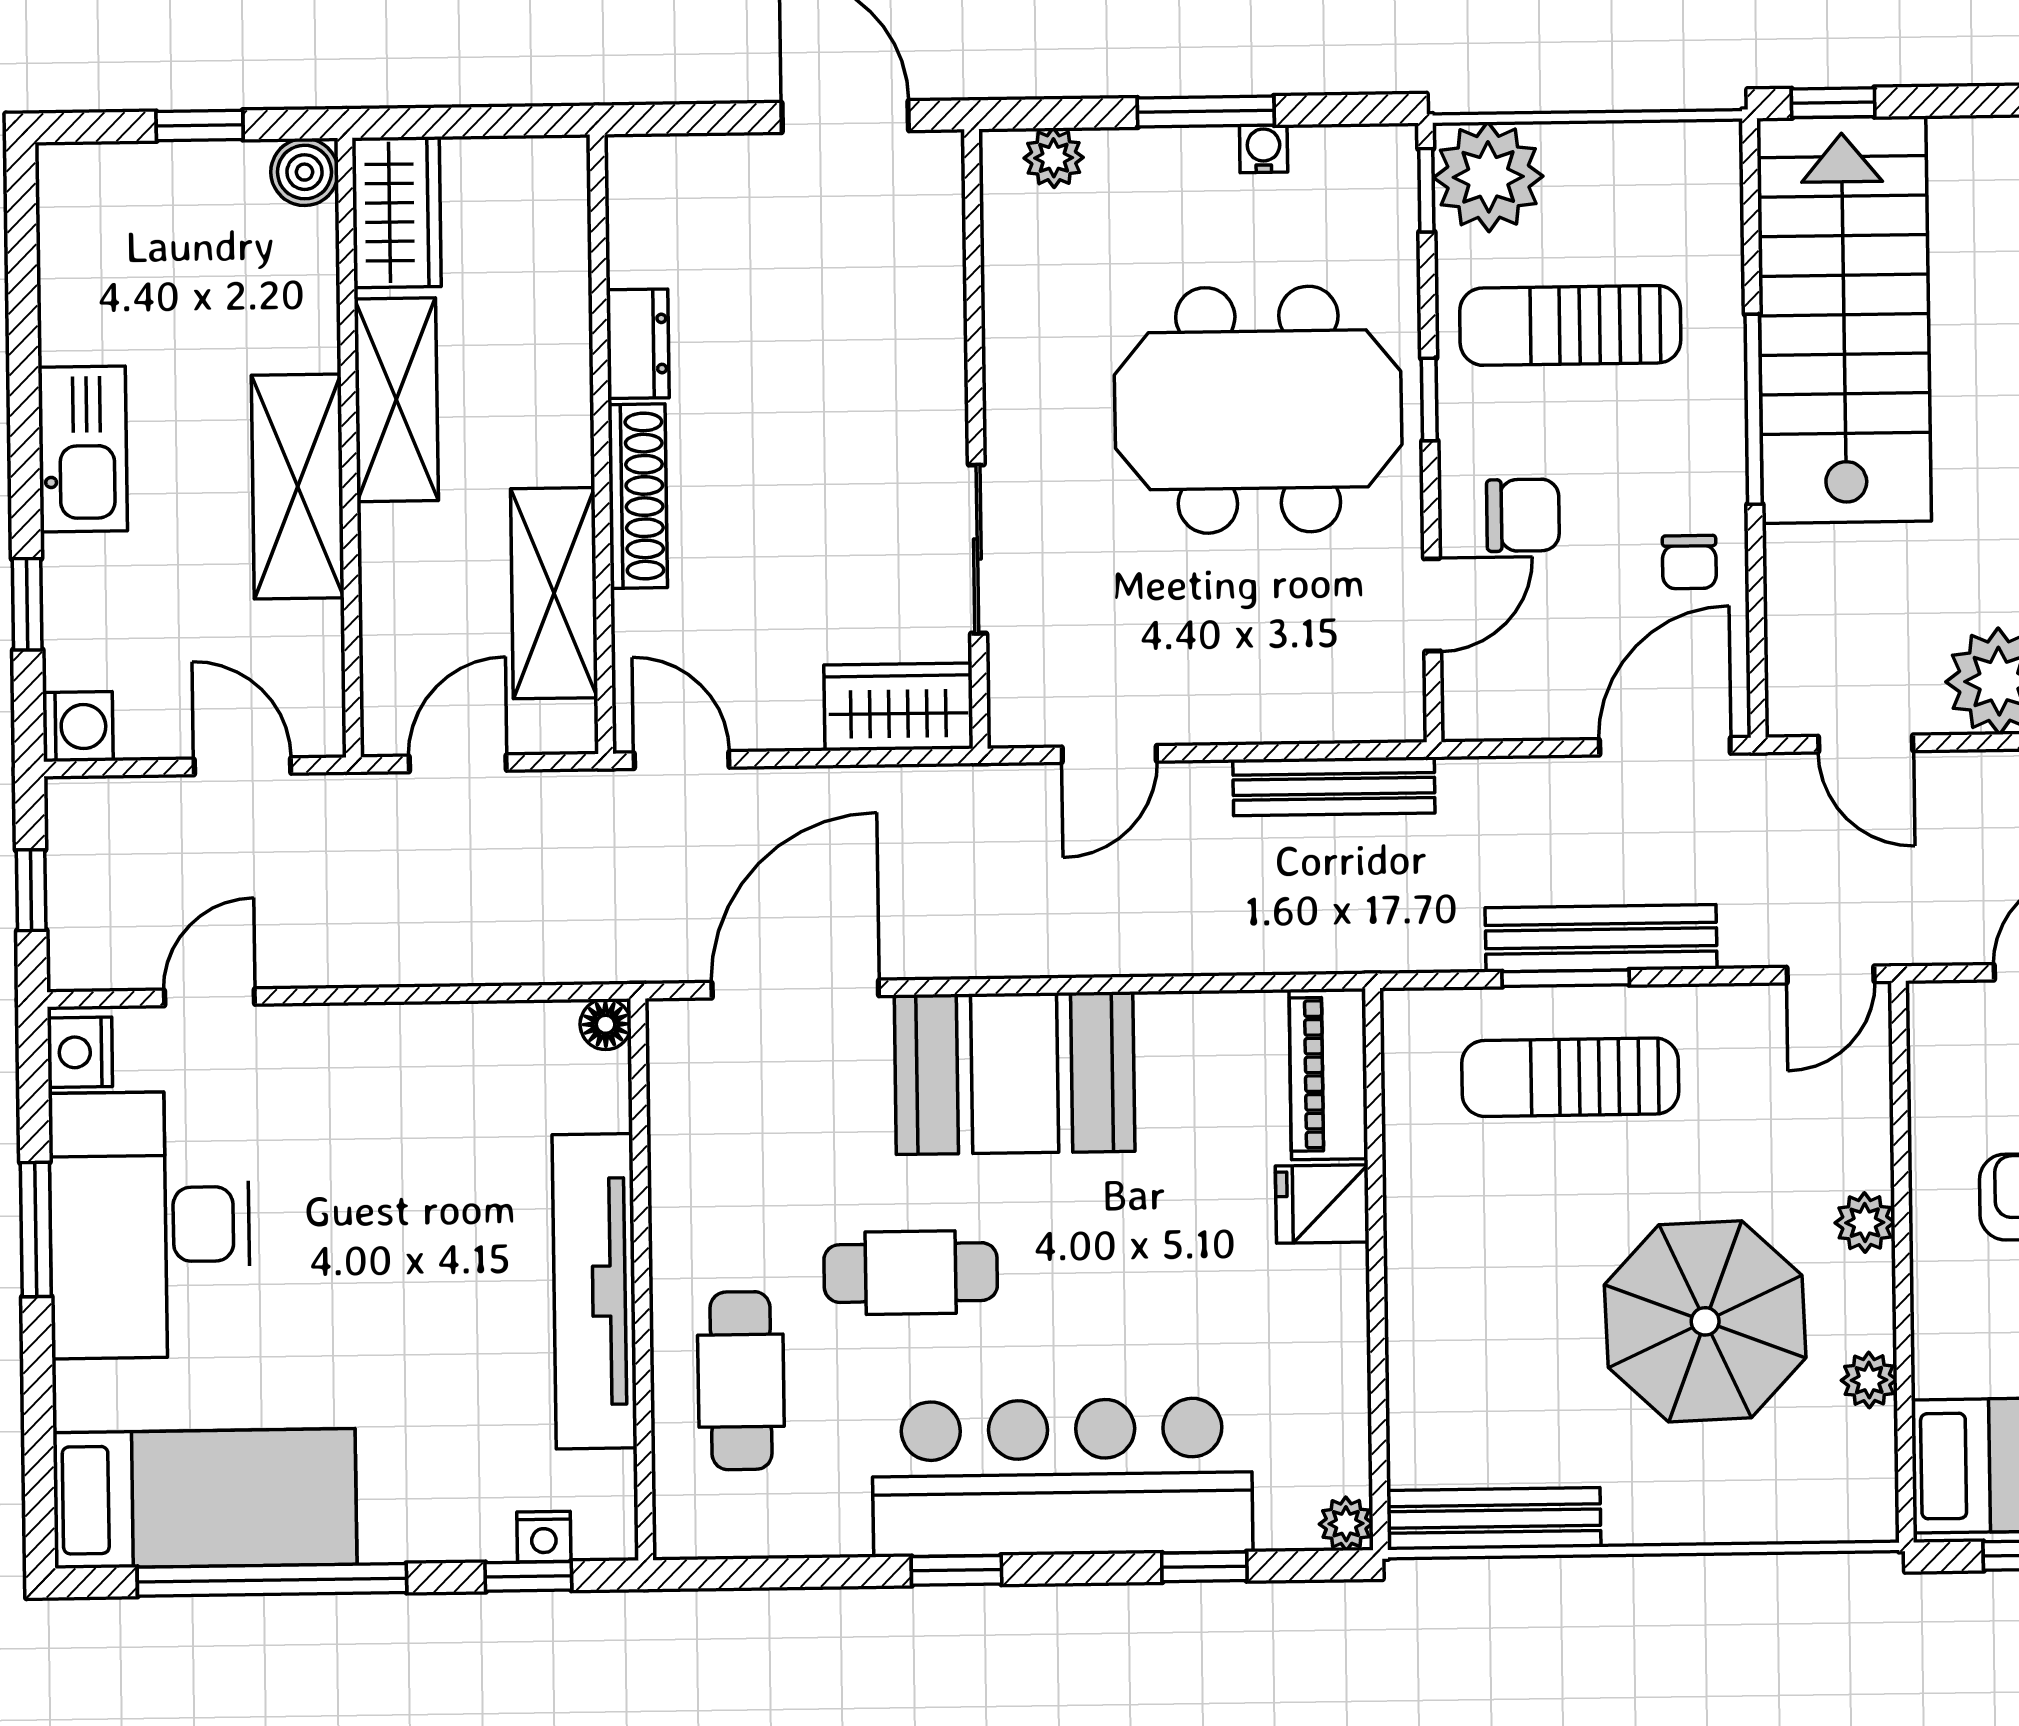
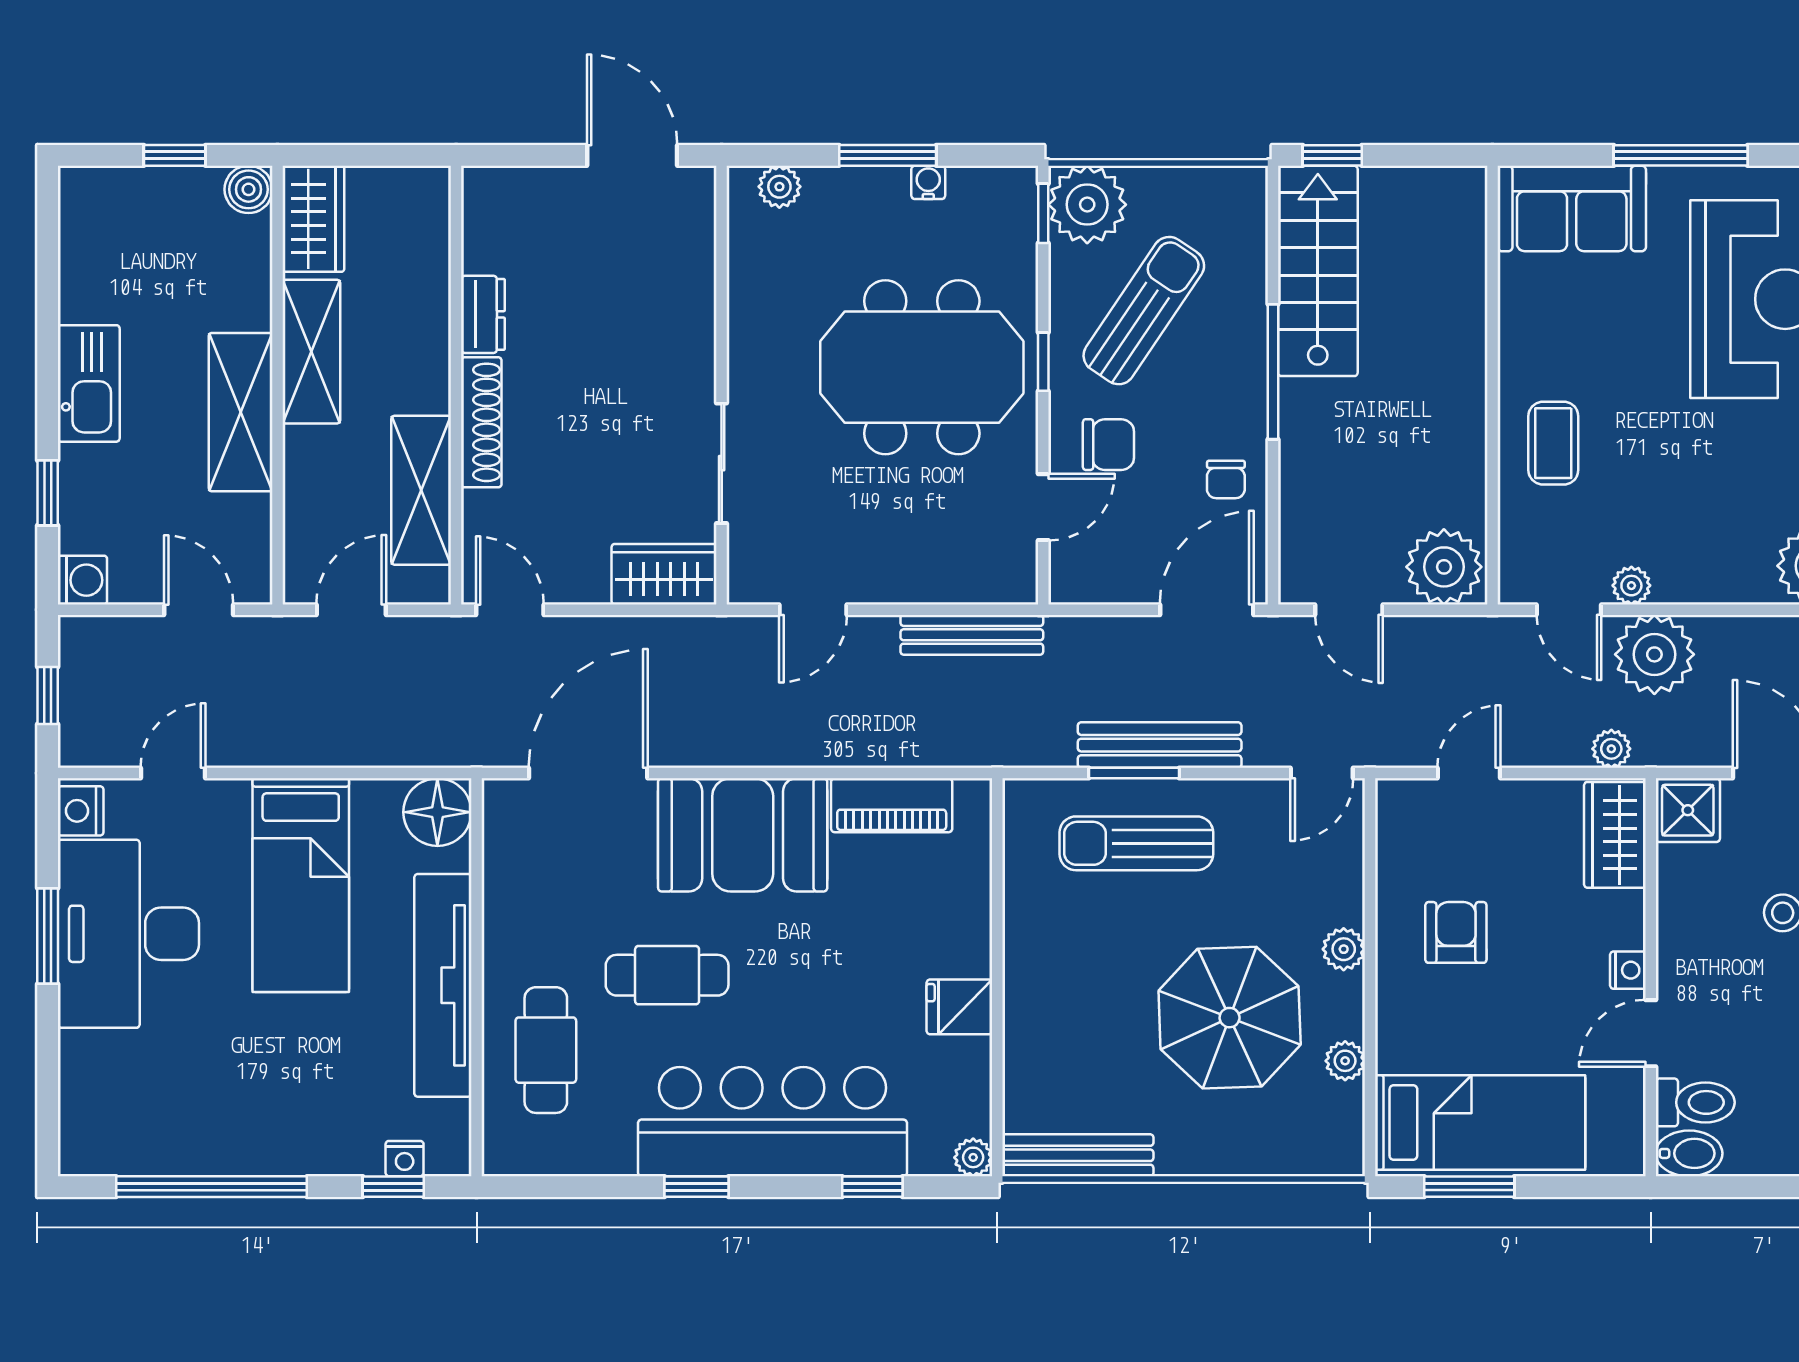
stairs: (1844, 320) -> (1318, 271), width x0.73, depth x0.66
sun lounger: (1570, 325) -> (1144, 311), turned 124
floor lamp: (606, 1024) -> (437, 812), width x1.89, depth x1.89
piano: (1328, 1074) -> (892, 805), moved, turned -90
fridge: (1322, 1204) -> (959, 1007), moved
bed: (205, 1499) -> (301, 885), moved, turned 90

